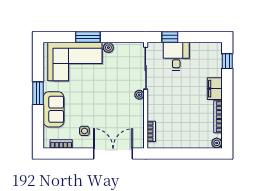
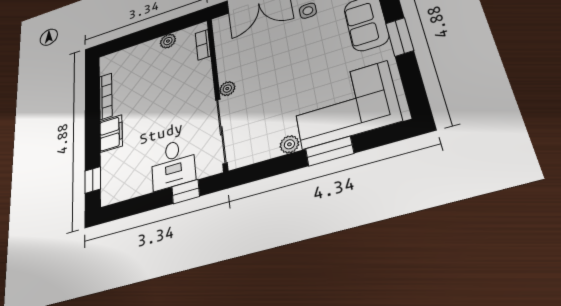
plant: (217, 143) -> (168, 41), moved

